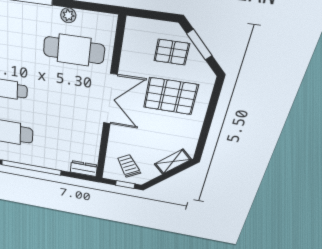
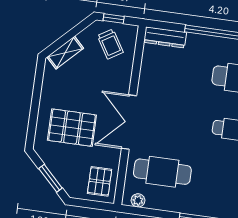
plant: (68, 15) -> (138, 200), moved
pallet: (172, 52) -> (100, 181), moved, turned 90
dresser: (84, 169) -> (165, 37), width x1.44

